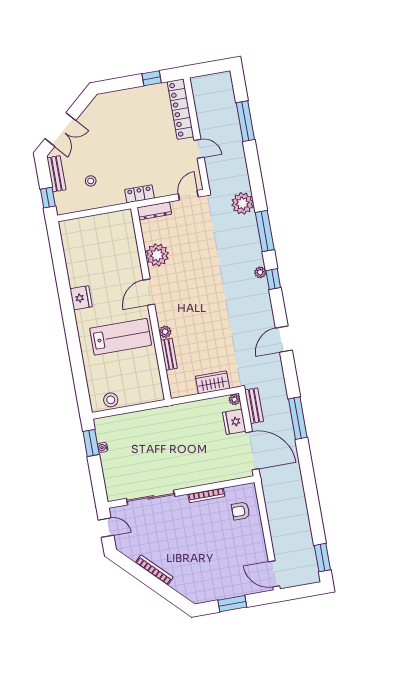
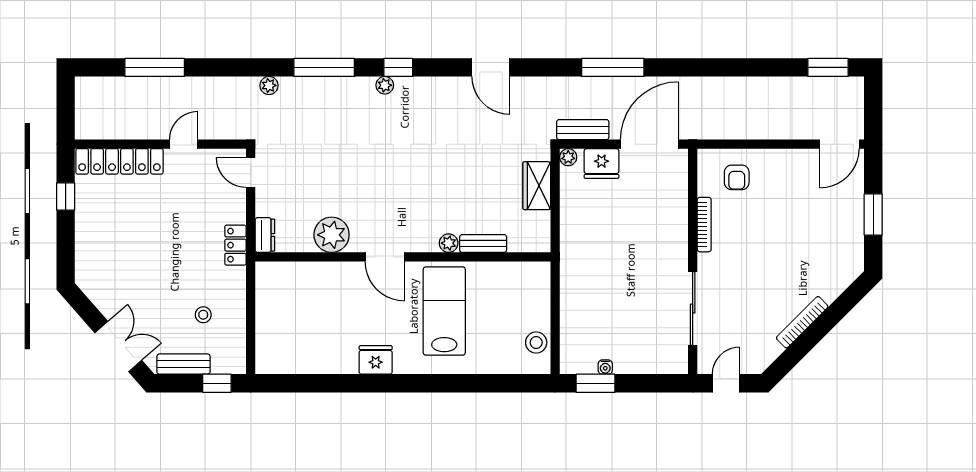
plant: (243, 203) -> (269, 85), width x0.53, depth x0.53
dresser: (154, 211) -> (265, 235), width x0.70

